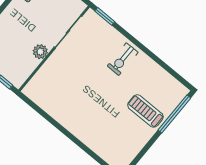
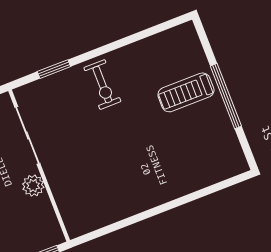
window: (105, 16) -> (54, 69), moved
window: (174, 114) -> (226, 96), moved

